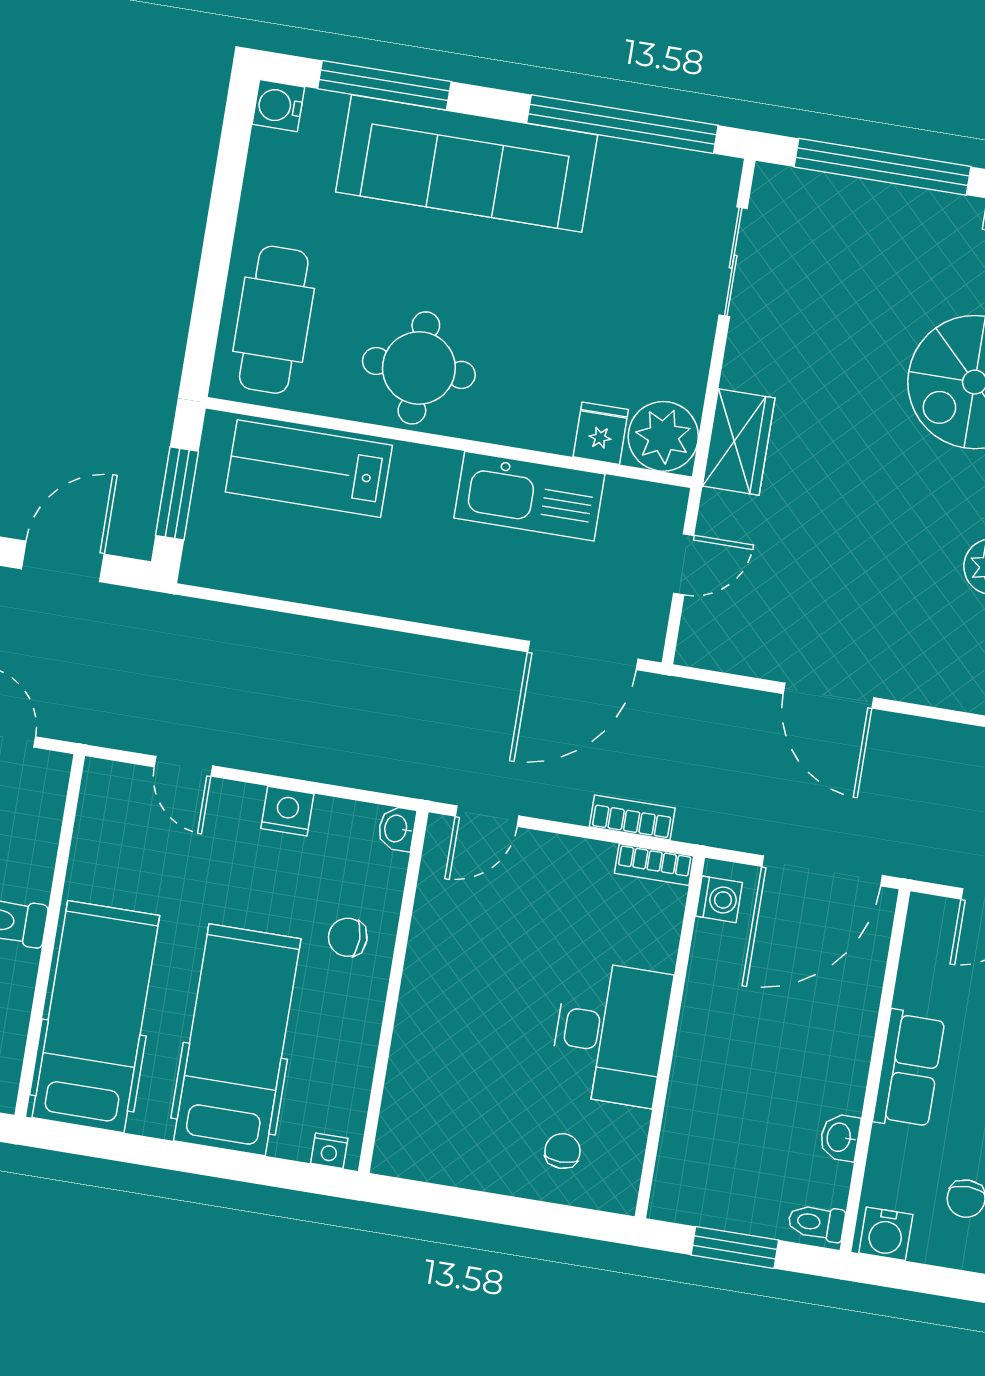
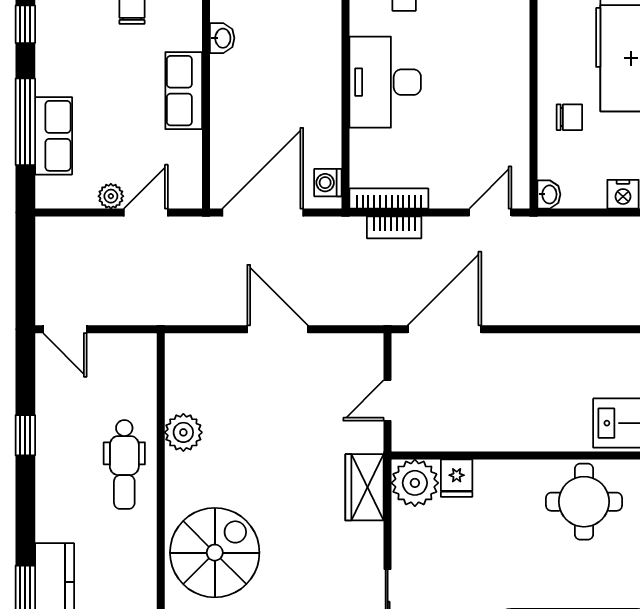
kitchen sink: (529, 496) -> (497, 429), removed
bookcase: (654, 865) -> (389, 199), width x1.56

